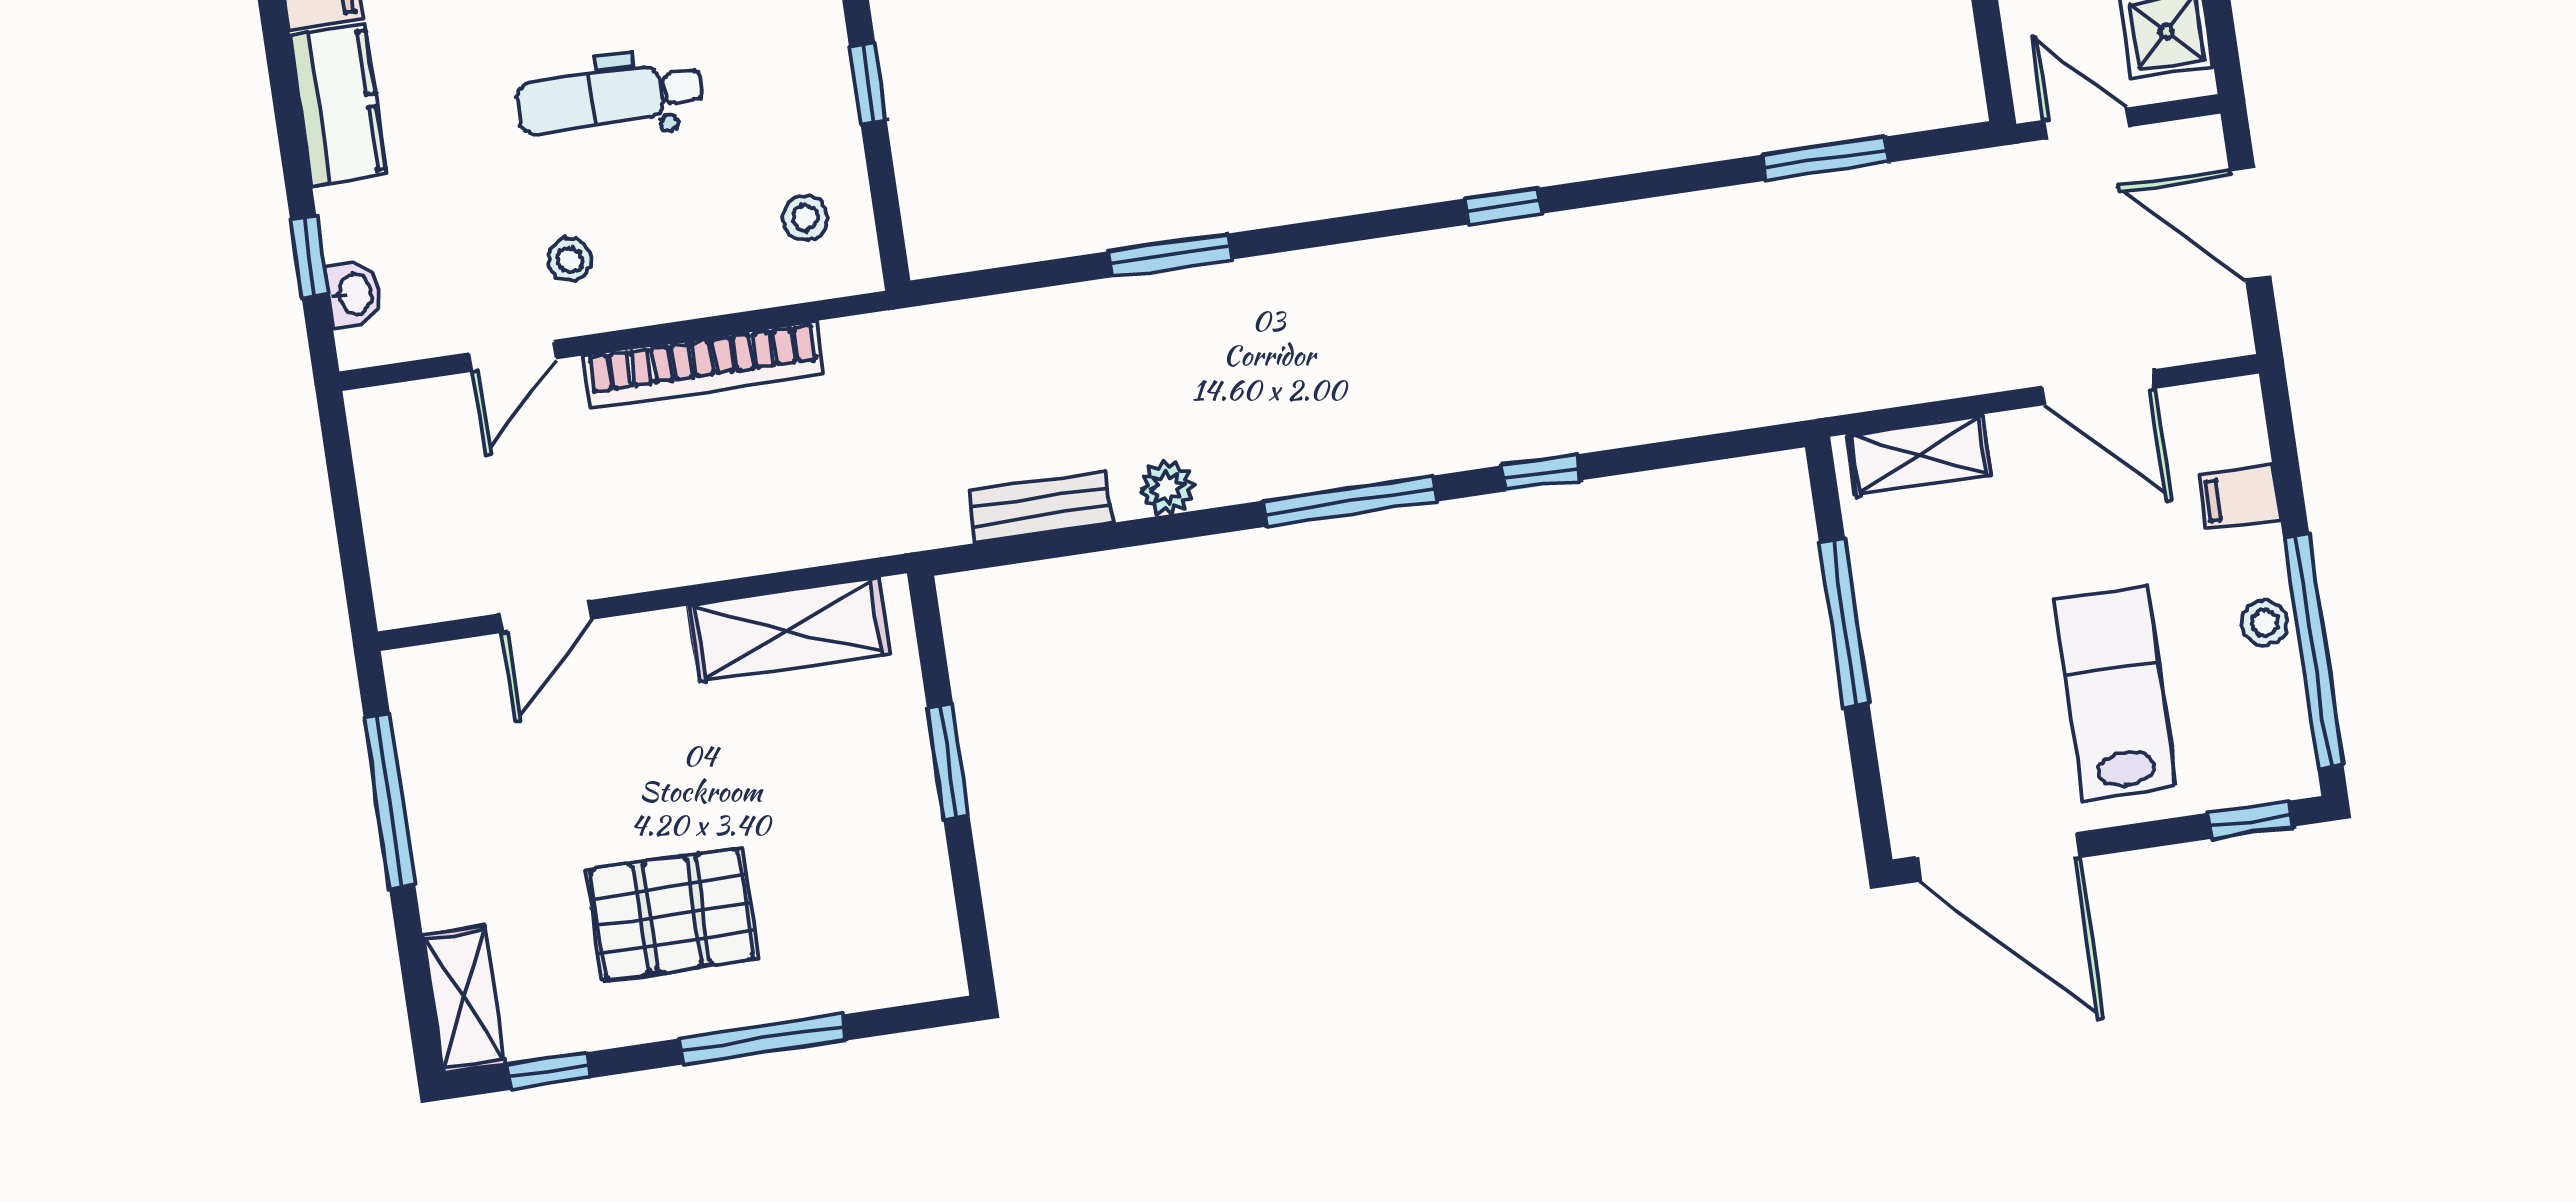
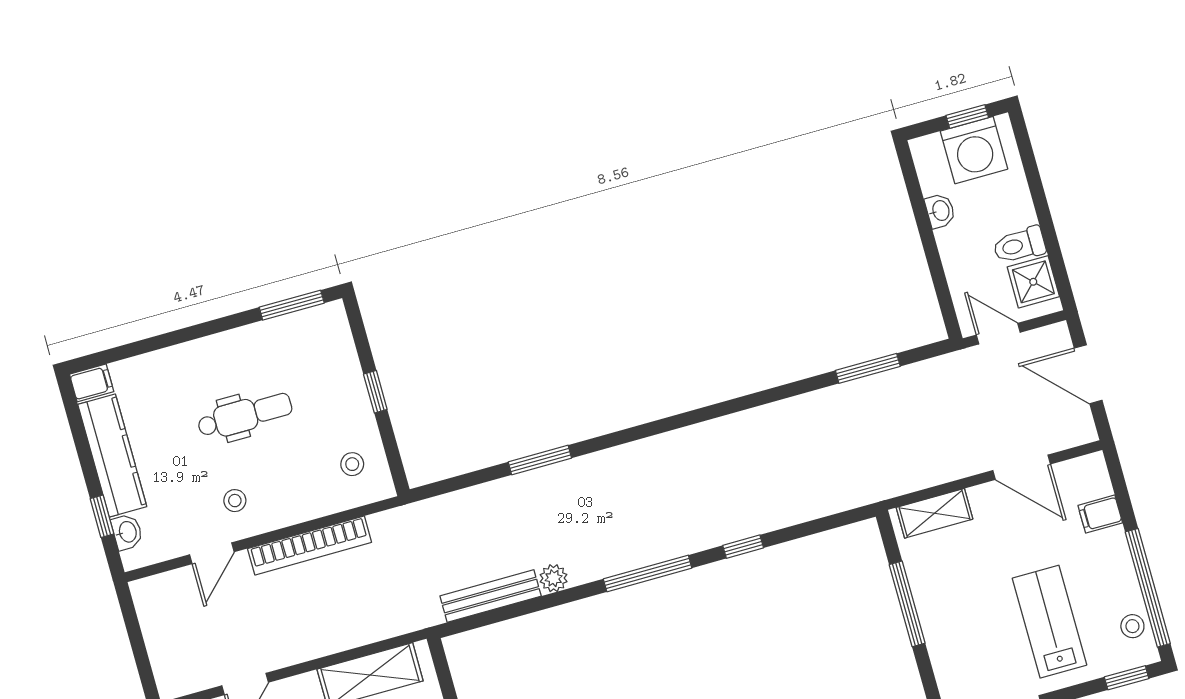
dental chair: (610, 97) -> (245, 415), turned 180
kitchen counter: (338, 105) -> (112, 456), width x1.50
window: (1504, 206) -> (707, 413), removed
bench: (1041, 507) -> (491, 596), width x1.36
stool: (2264, 623) -> (1132, 626), moved

